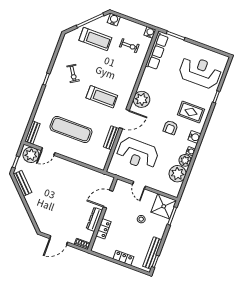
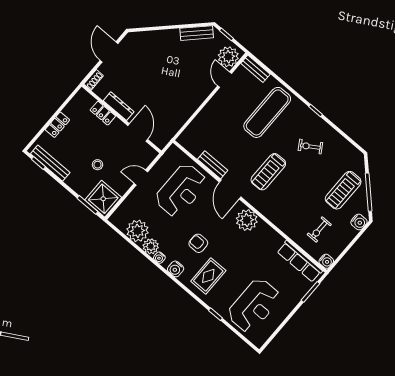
exercise mat: (71, 130) -> (267, 112), moved
reception desk: (138, 154) -> (181, 190), turned 180

